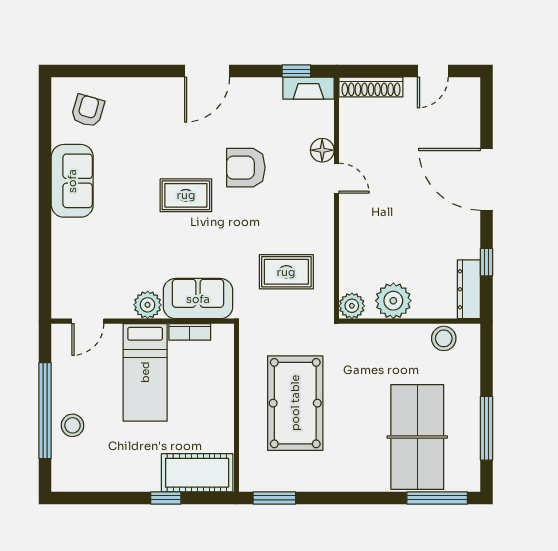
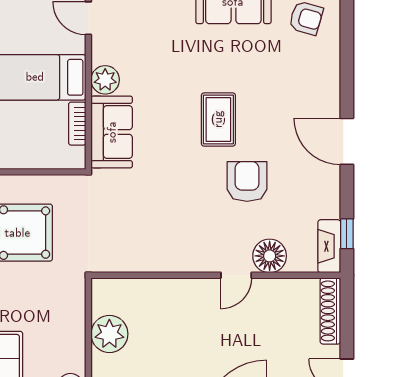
floor lamp: (322, 150) -> (270, 256), width x1.38, depth x1.38
rug: (286, 272) -> (139, 223), removed
plant: (352, 306) -> (104, 291), removed

